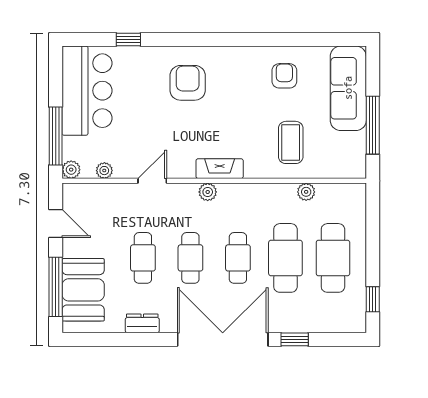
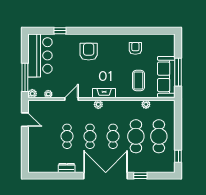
sofa: (348, 88) -> (166, 77), moved
window: (56, 287) -> (25, 150), removed
booth: (83, 290) -> (38, 152), removed

